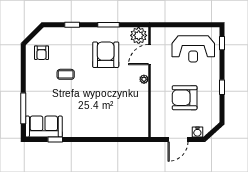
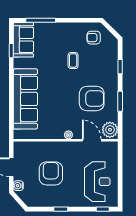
reception desk: (193, 49) -> (97, 182), turned 180
sofa: (106, 124) -> (25, 99), added

